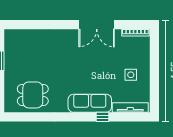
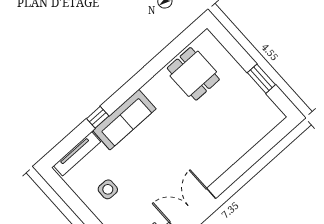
dining table: (33, 95) -> (193, 74), turned 90

